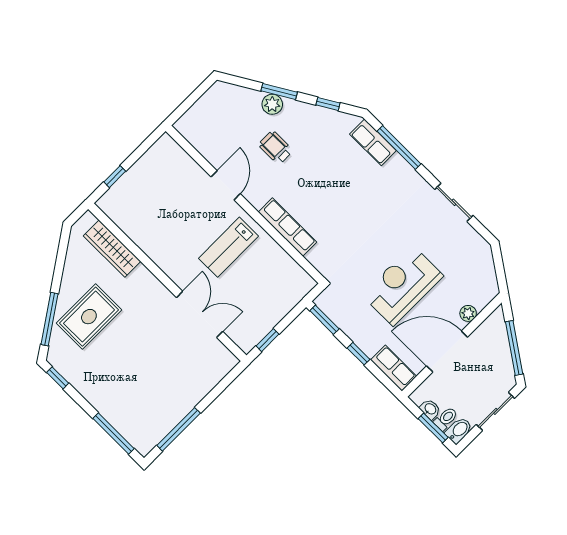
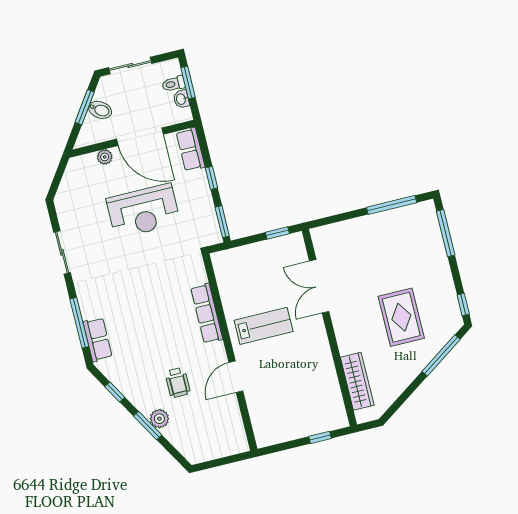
rug: (89, 317) -> (401, 317), moved, turned 90
window: (514, 348) -> (85, 107), width x0.69
bidet: (459, 430) -> (100, 110), moved, turned -145

